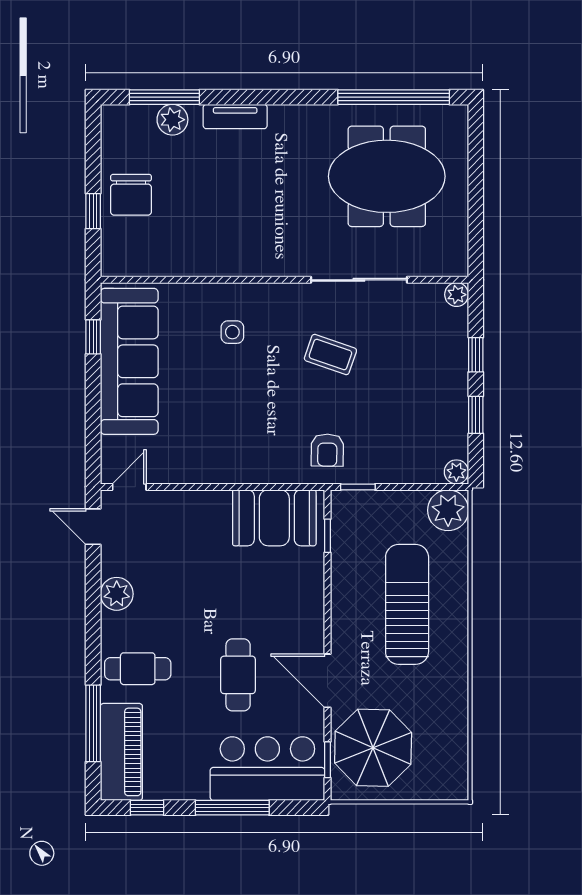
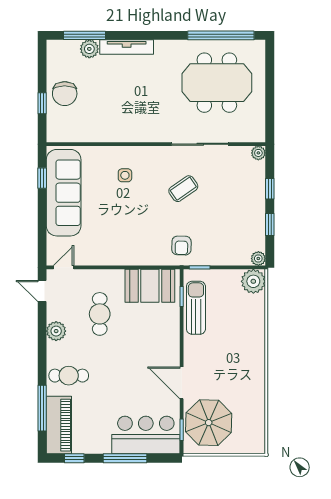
tv unit: (235, 116) -> (127, 47), width x1.41
coffee table: (330, 354) -> (183, 189), turned -54
sun lounger: (407, 604) -> (196, 308), moved, width x0.73, depth x0.75
cafe table: (238, 675) -> (100, 314), moved

